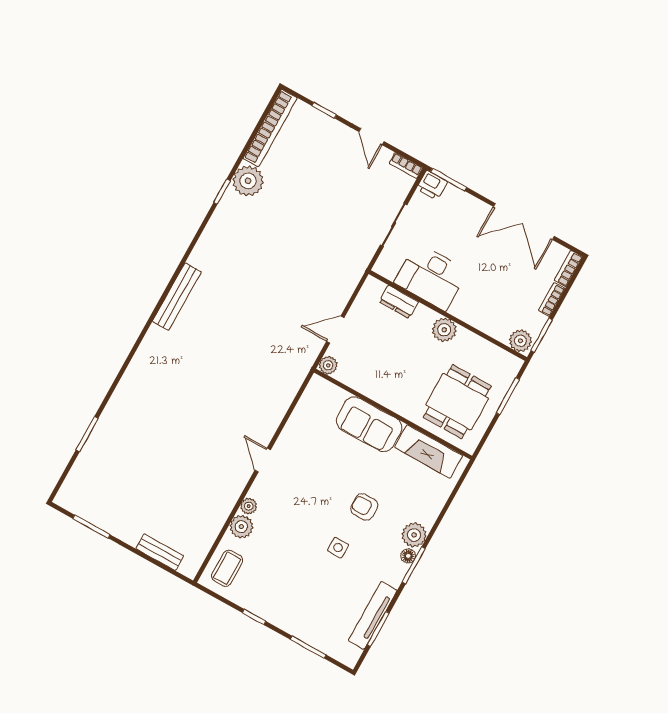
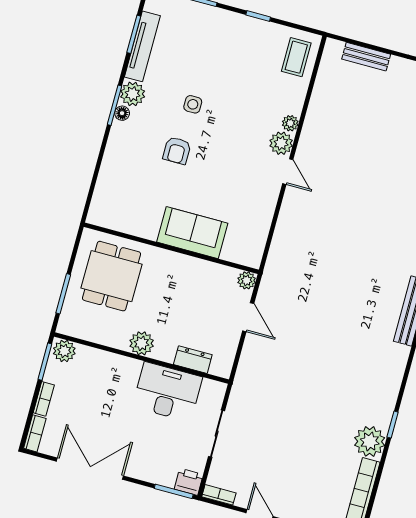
door: (335, 329) -> (248, 317), hinge flipped
fireplace: (429, 451) -> (127, 220), removed
armchair: (364, 507) -> (177, 150), turned 90
plant: (241, 527) -> (281, 143), moved
plant: (414, 535) -> (133, 94), moved

